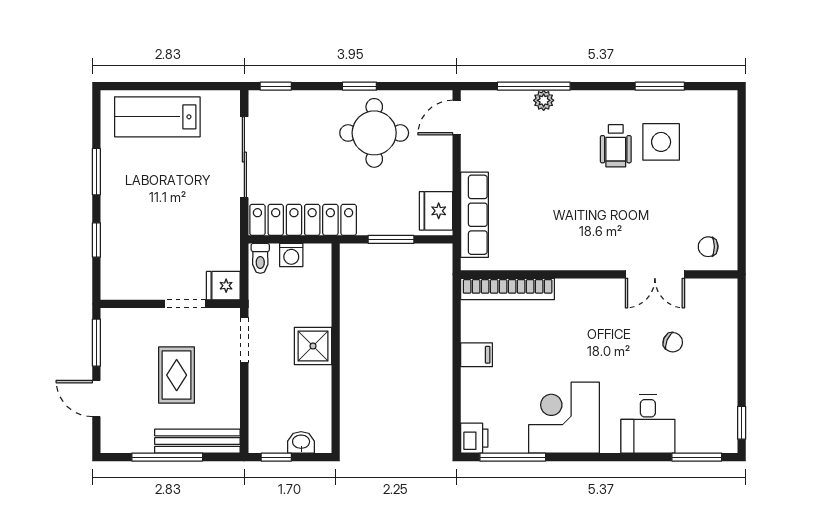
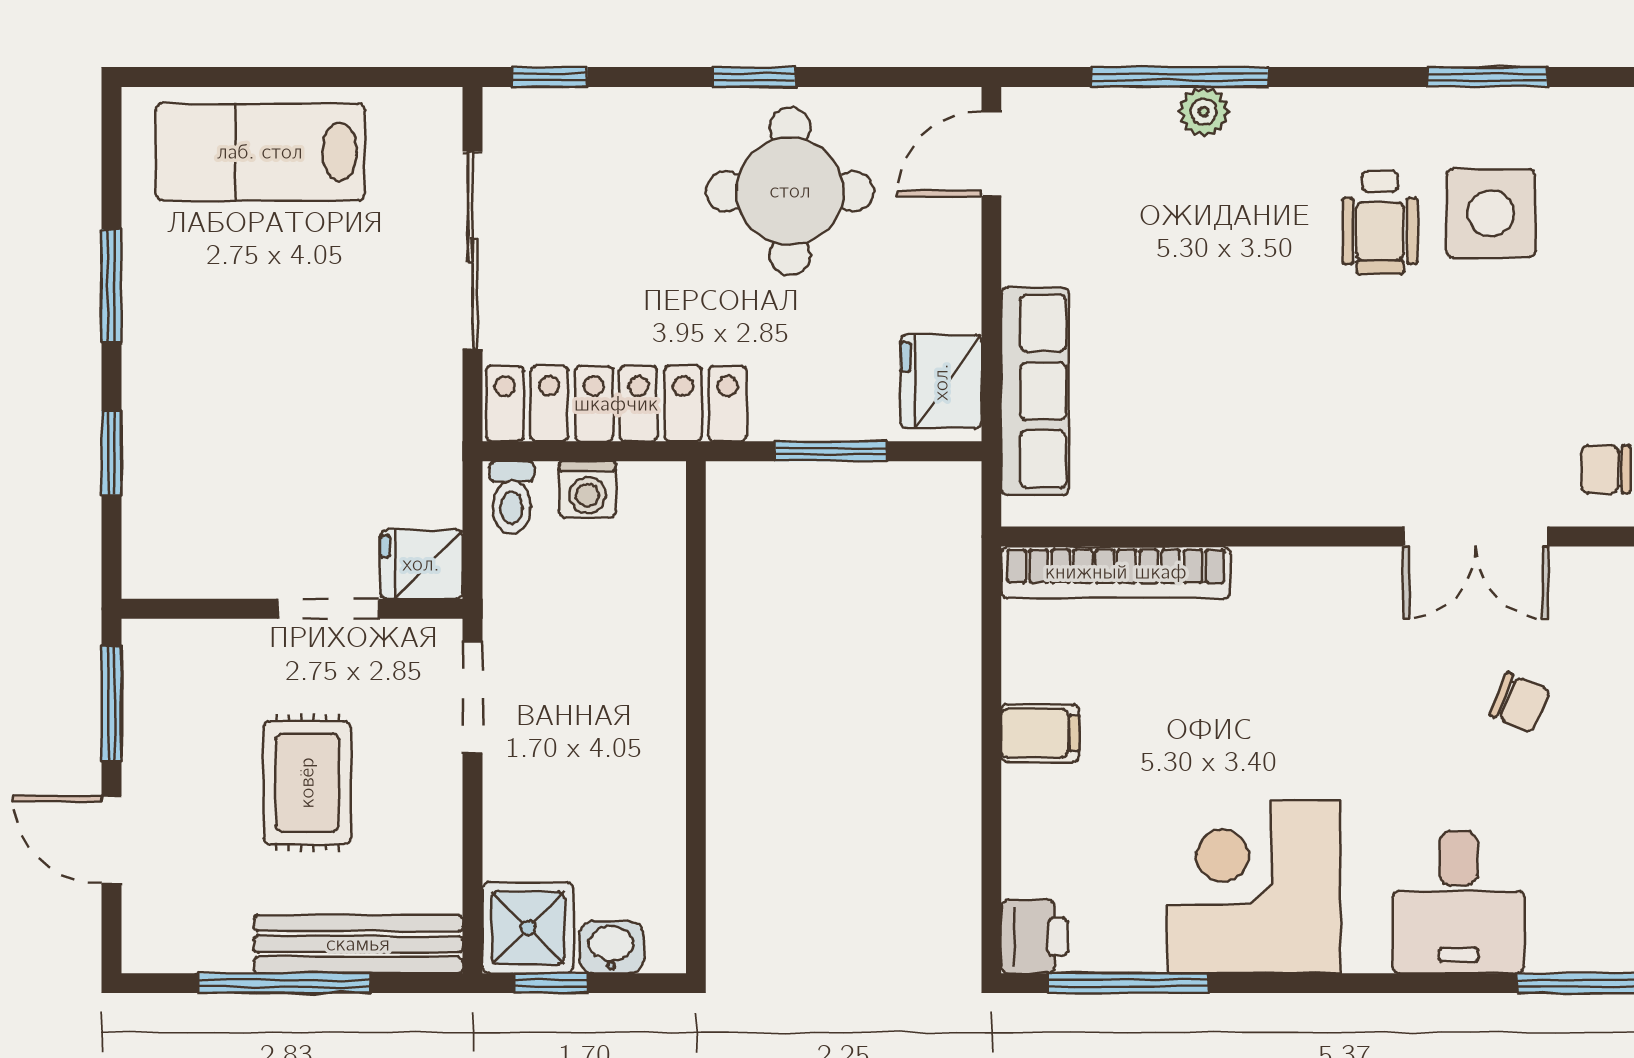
shower: (313, 346) -> (528, 928), moved

